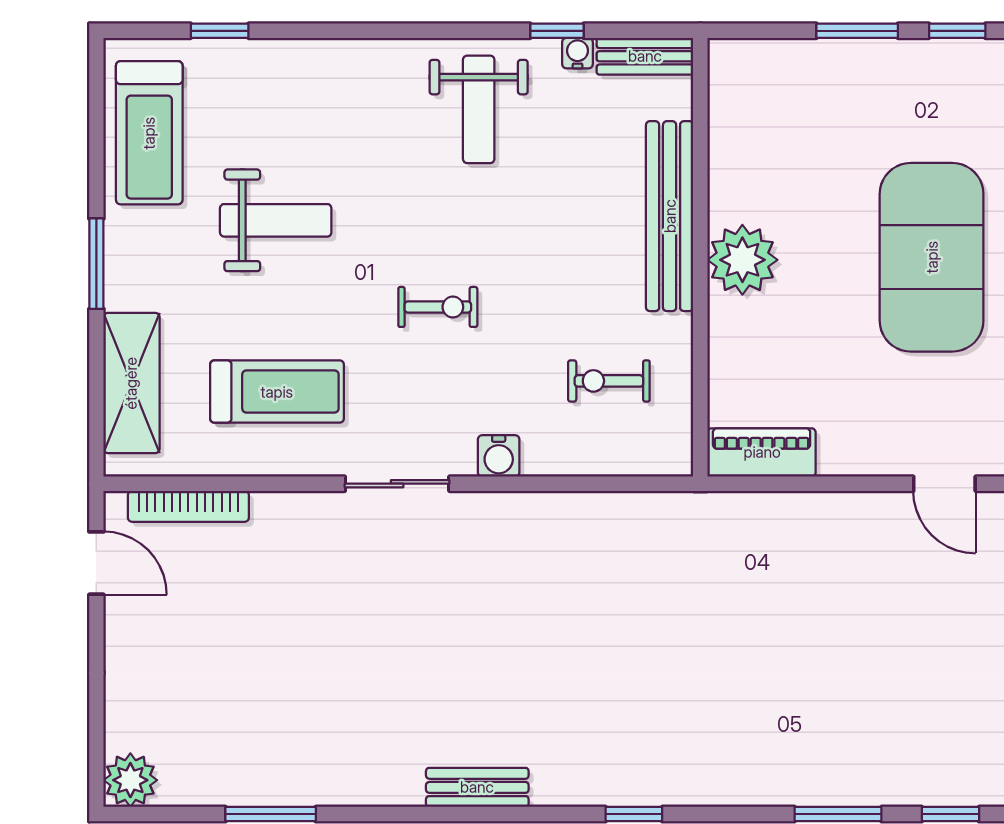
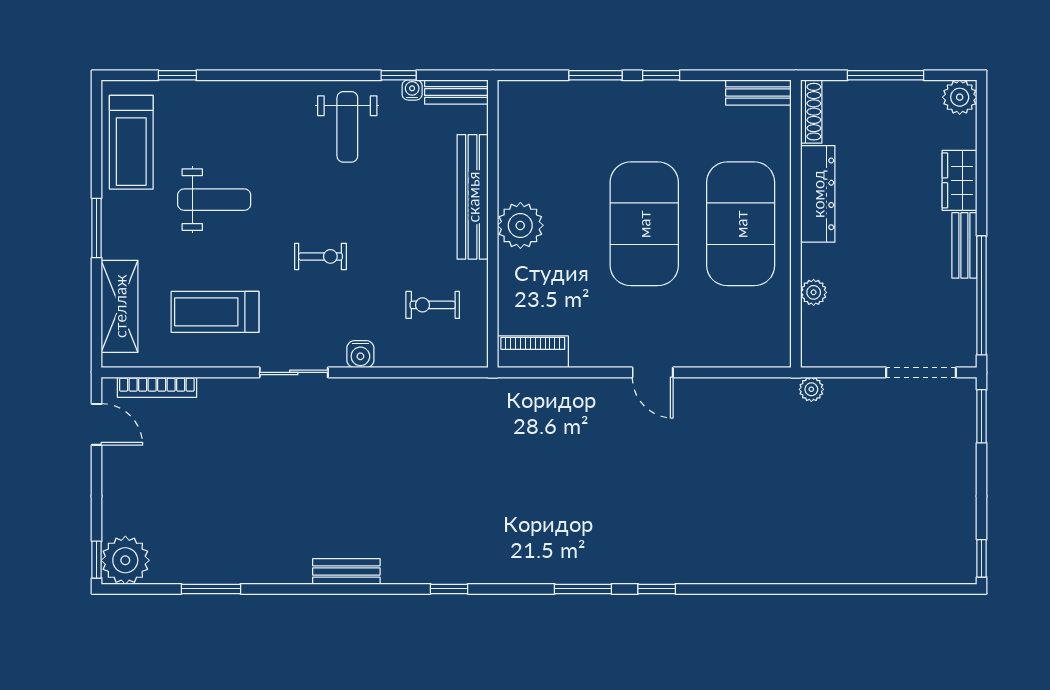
treadmill: (277, 392) -> (215, 312), turned 180
window: (96, 769) -> (97, 560), added
plant: (130, 780) -> (125, 560), width x1.36, depth x1.36

